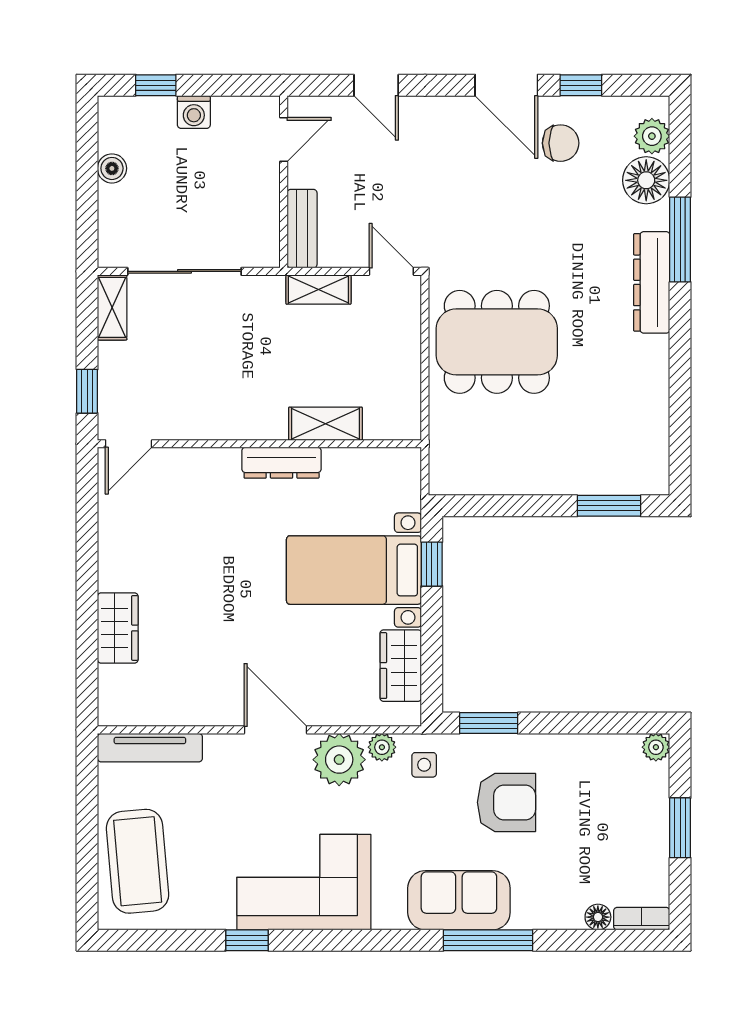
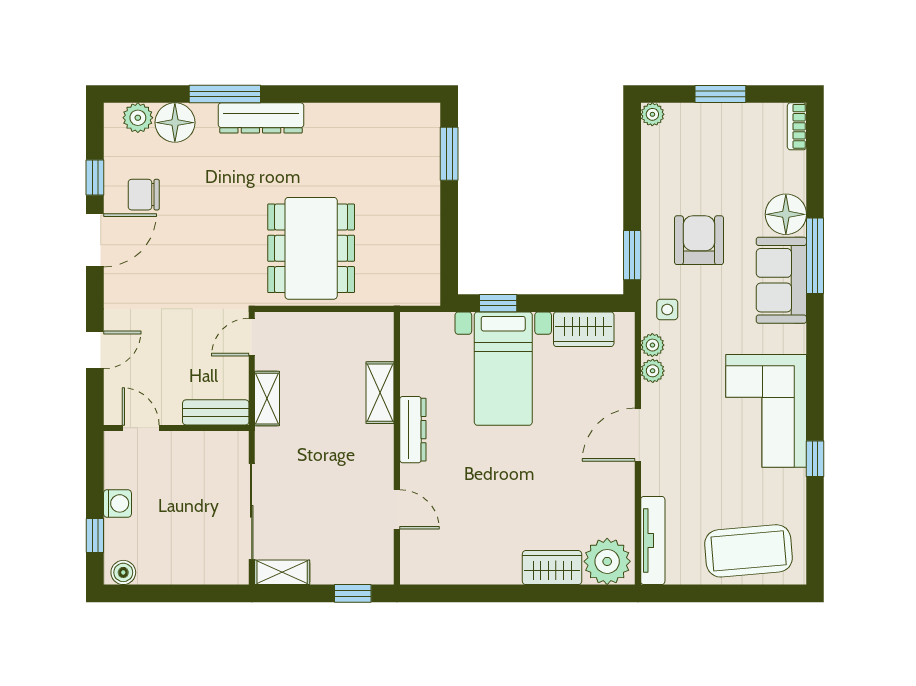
chair: (561, 143) -> (144, 195), turned -90
boiler: (112, 168) -> (123, 572), moved
door: (129, 444) -> (397, 509), moved
plant: (125, 693) -> (607, 561), added
plant: (339, 760) -> (653, 371), width x0.53, depth x0.53
floor lamp: (598, 917) -> (786, 214), moved, width x1.89, depth x1.89

